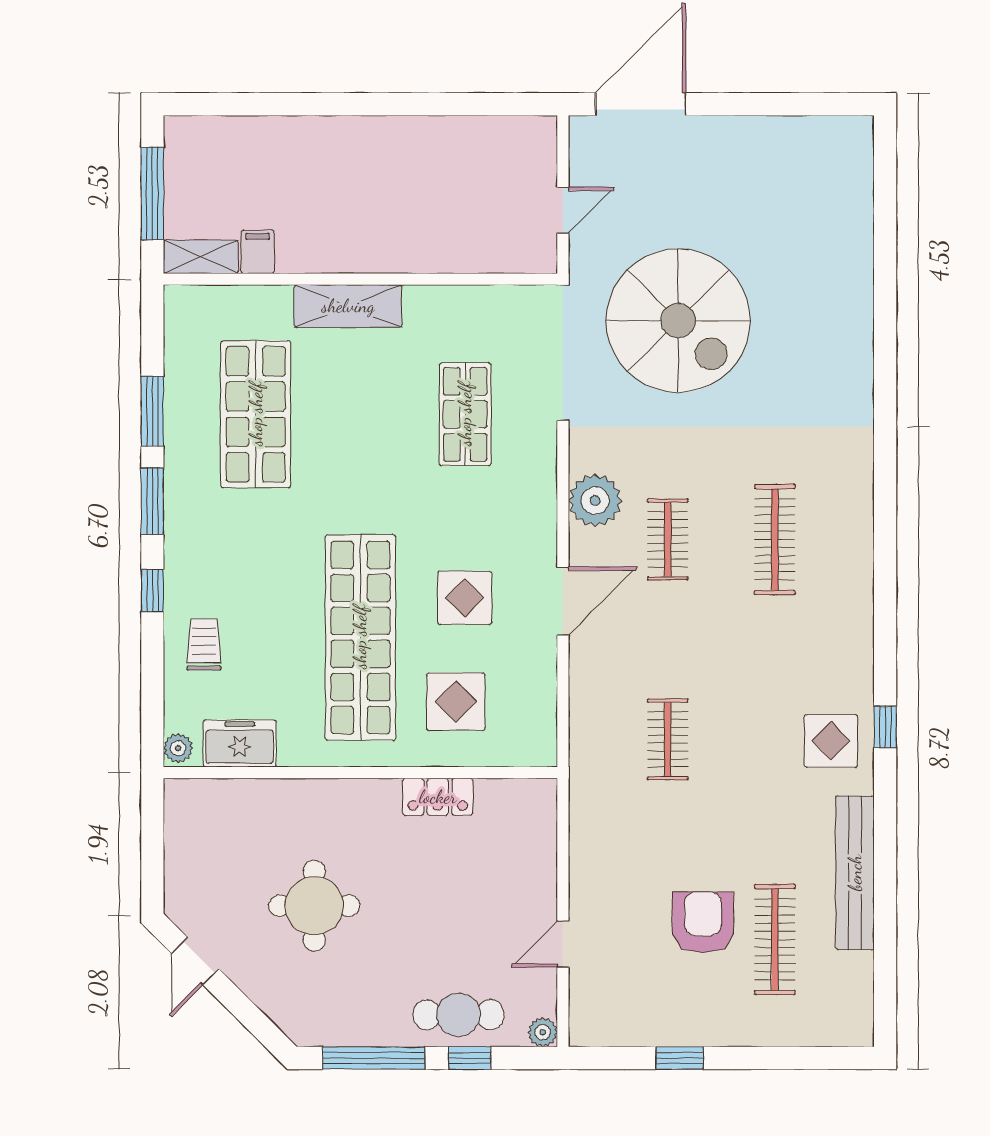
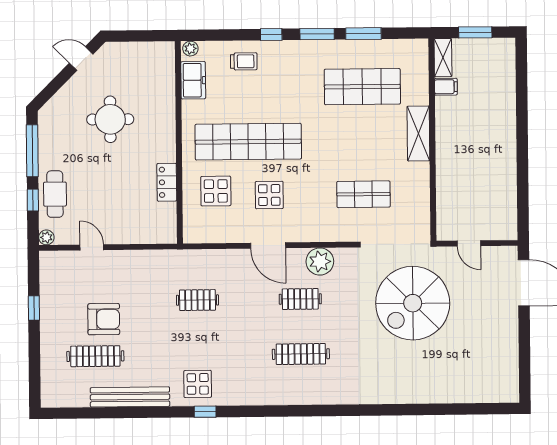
window: (152, 193) -> (475, 32), width x0.69

